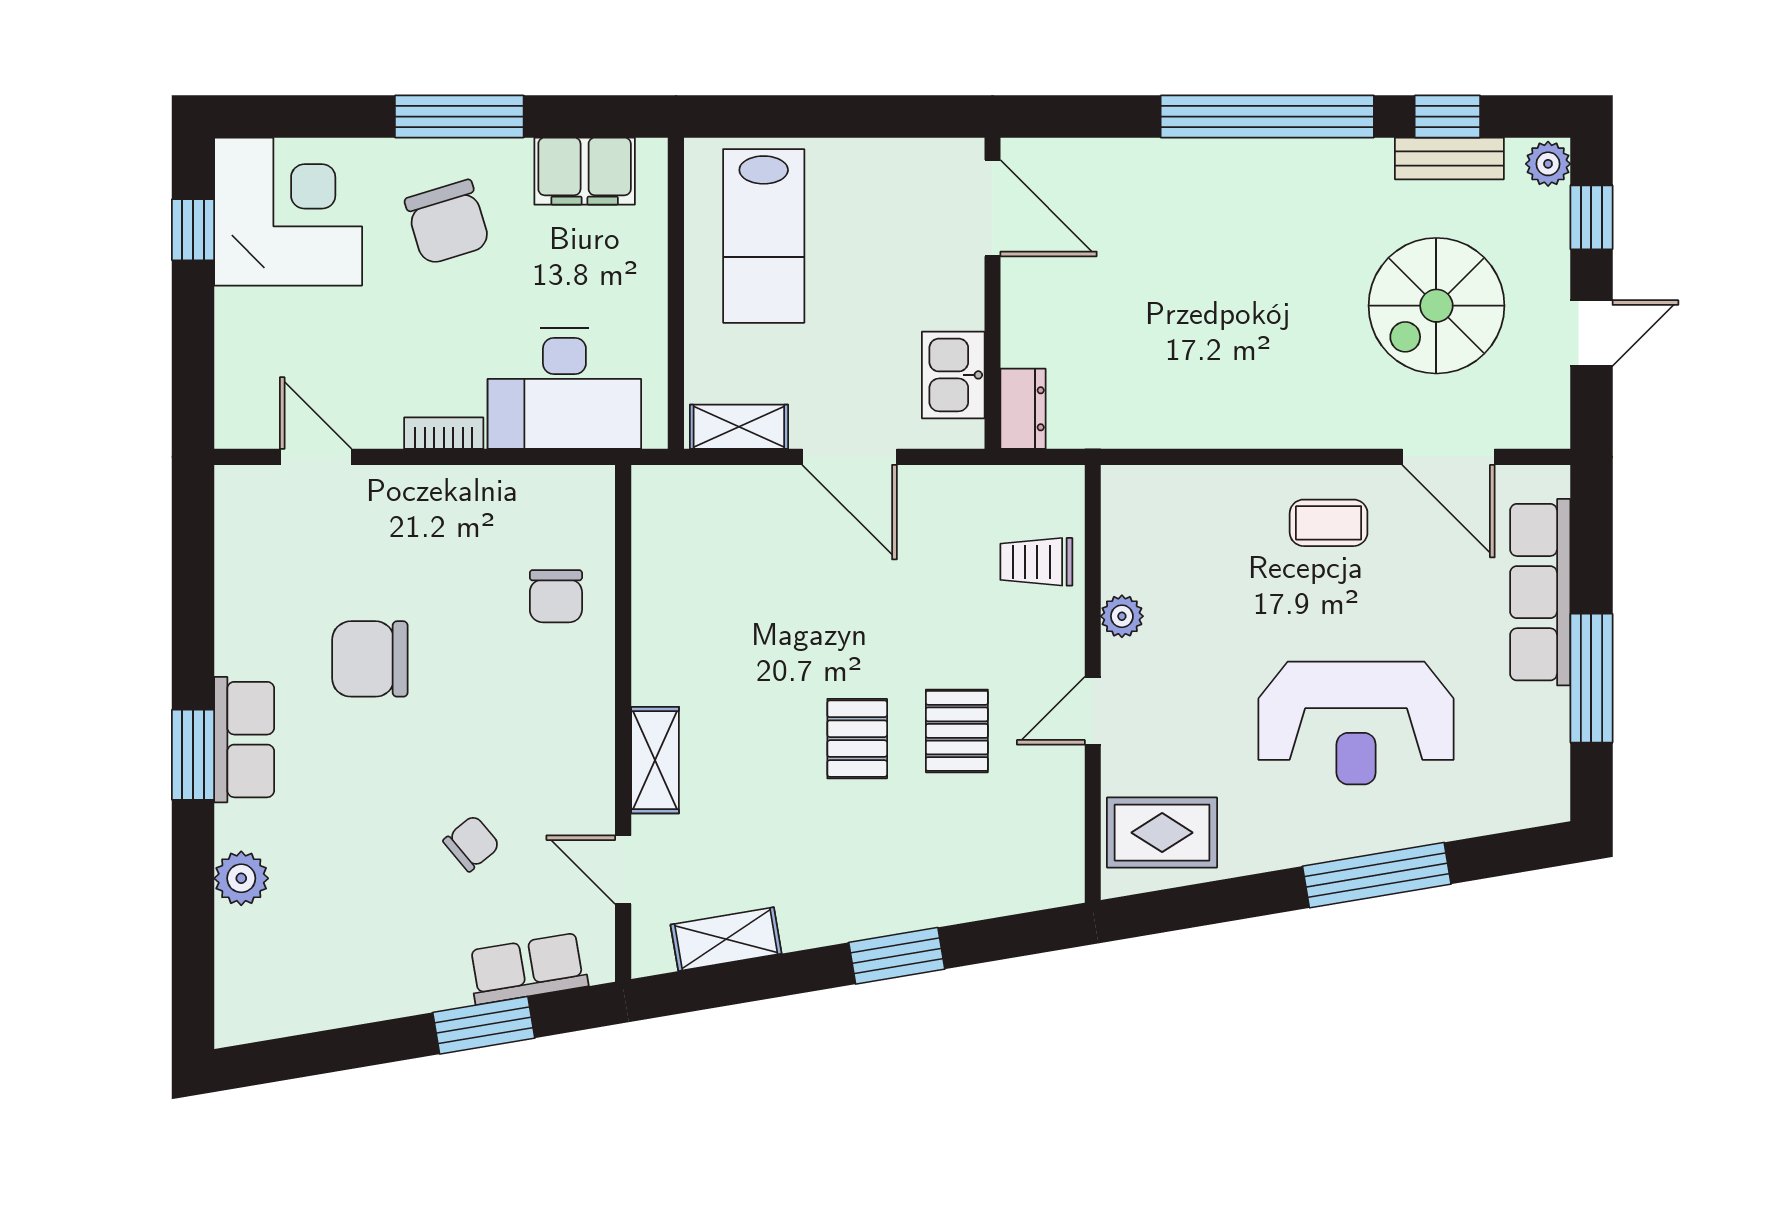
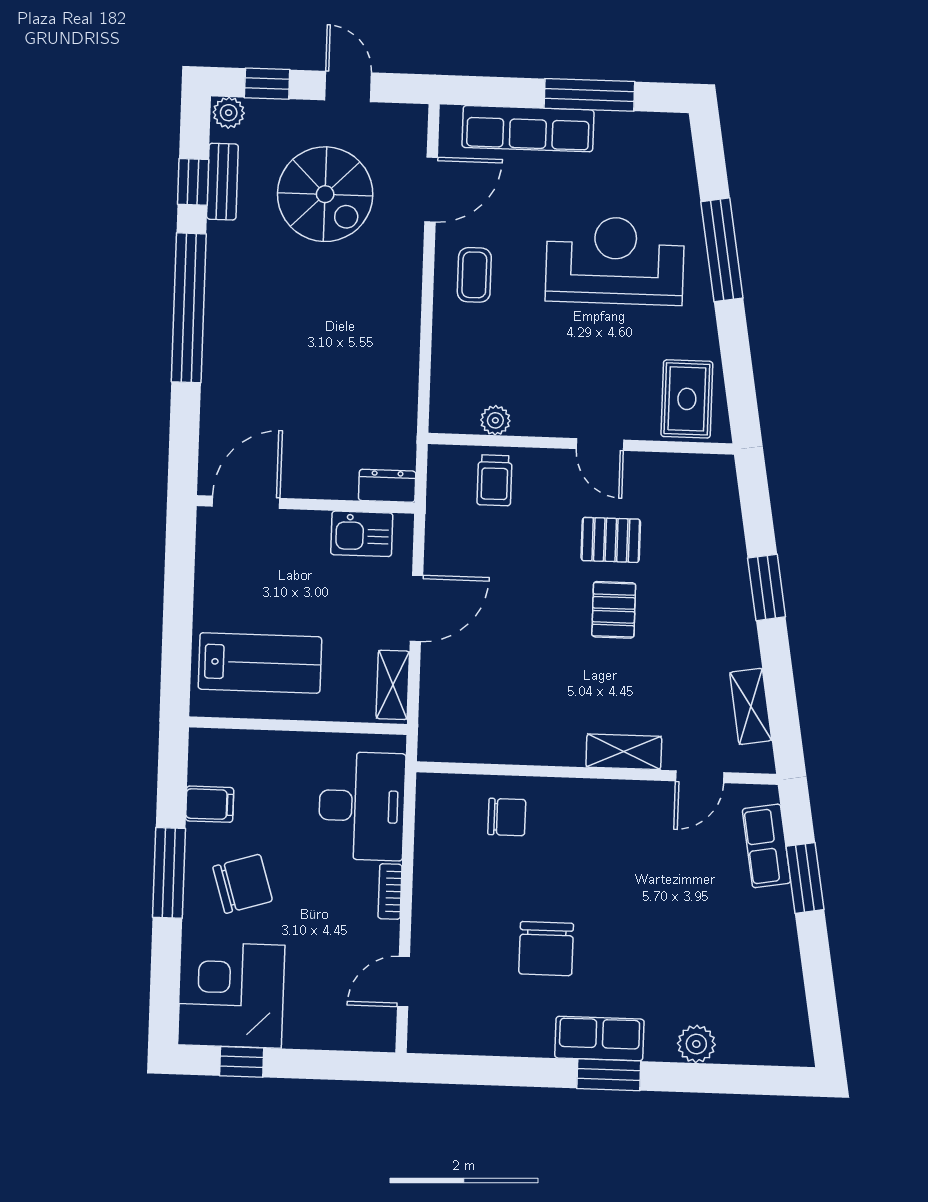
filing cabinet: (585, 171) -> (210, 804), width x0.50
plant: (1122, 616) -> (495, 420), moved
reception desk: (1356, 723) -> (615, 261), turned -90
pallet: (857, 739) -> (614, 610), turned 90
chair: (472, 843) -> (678, 882), removed

